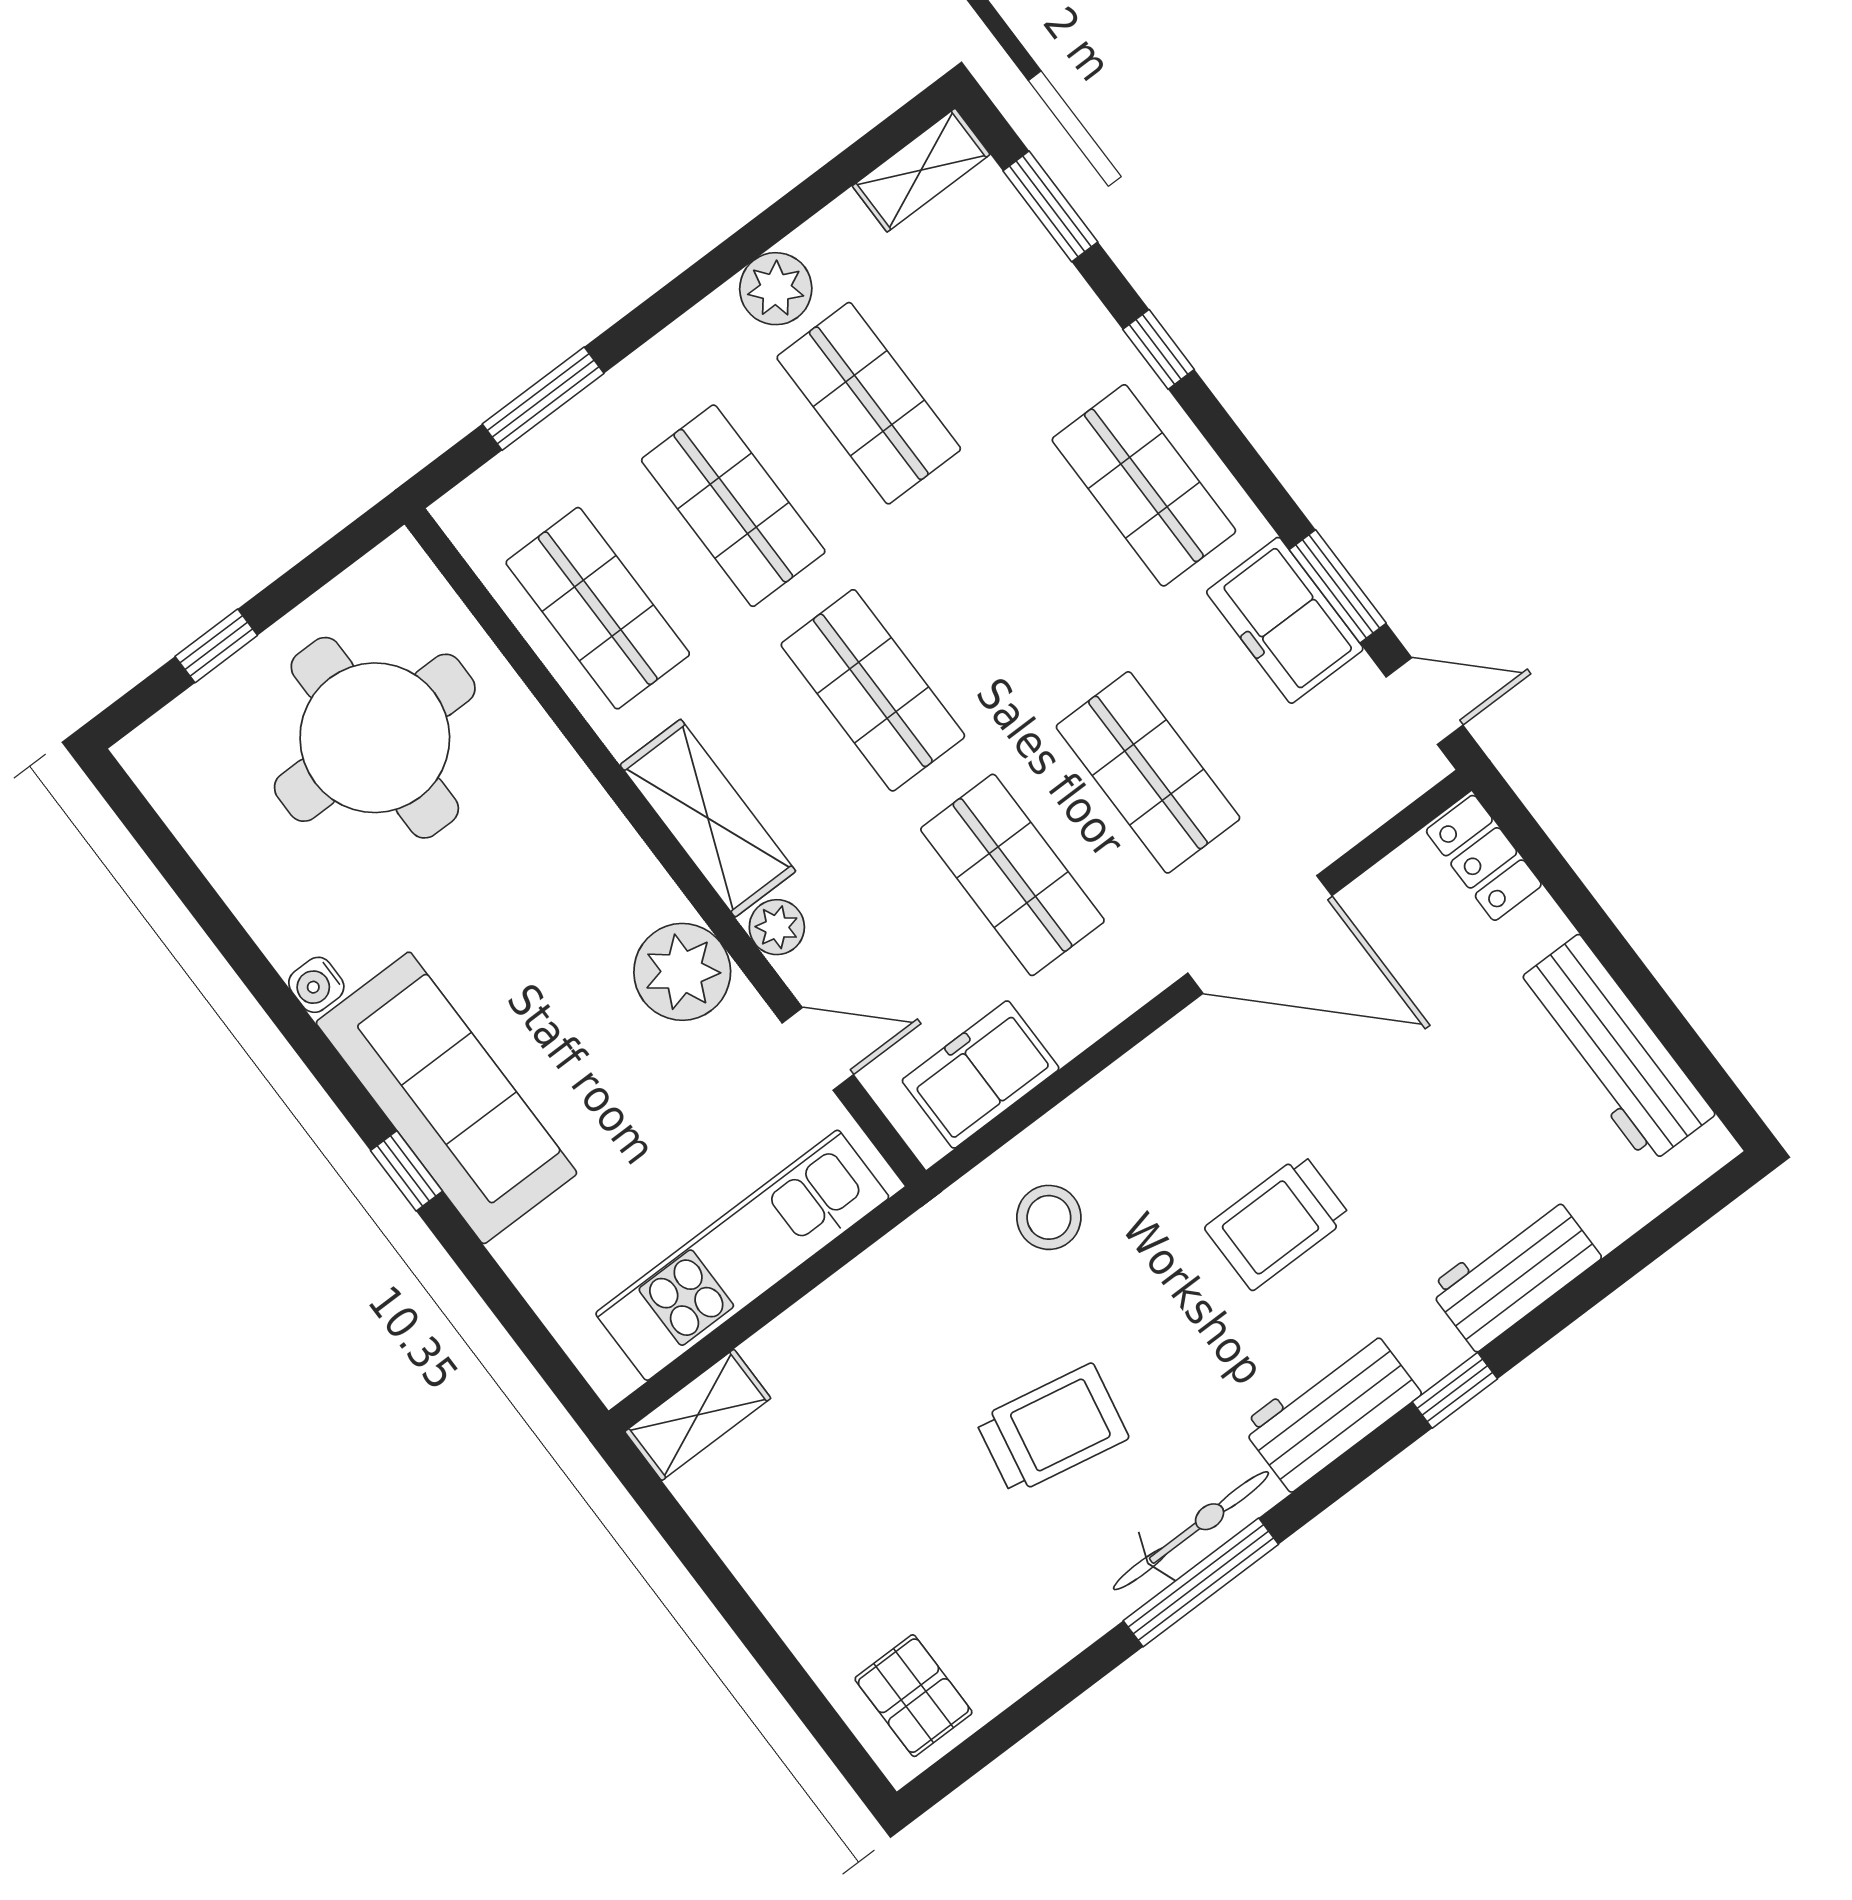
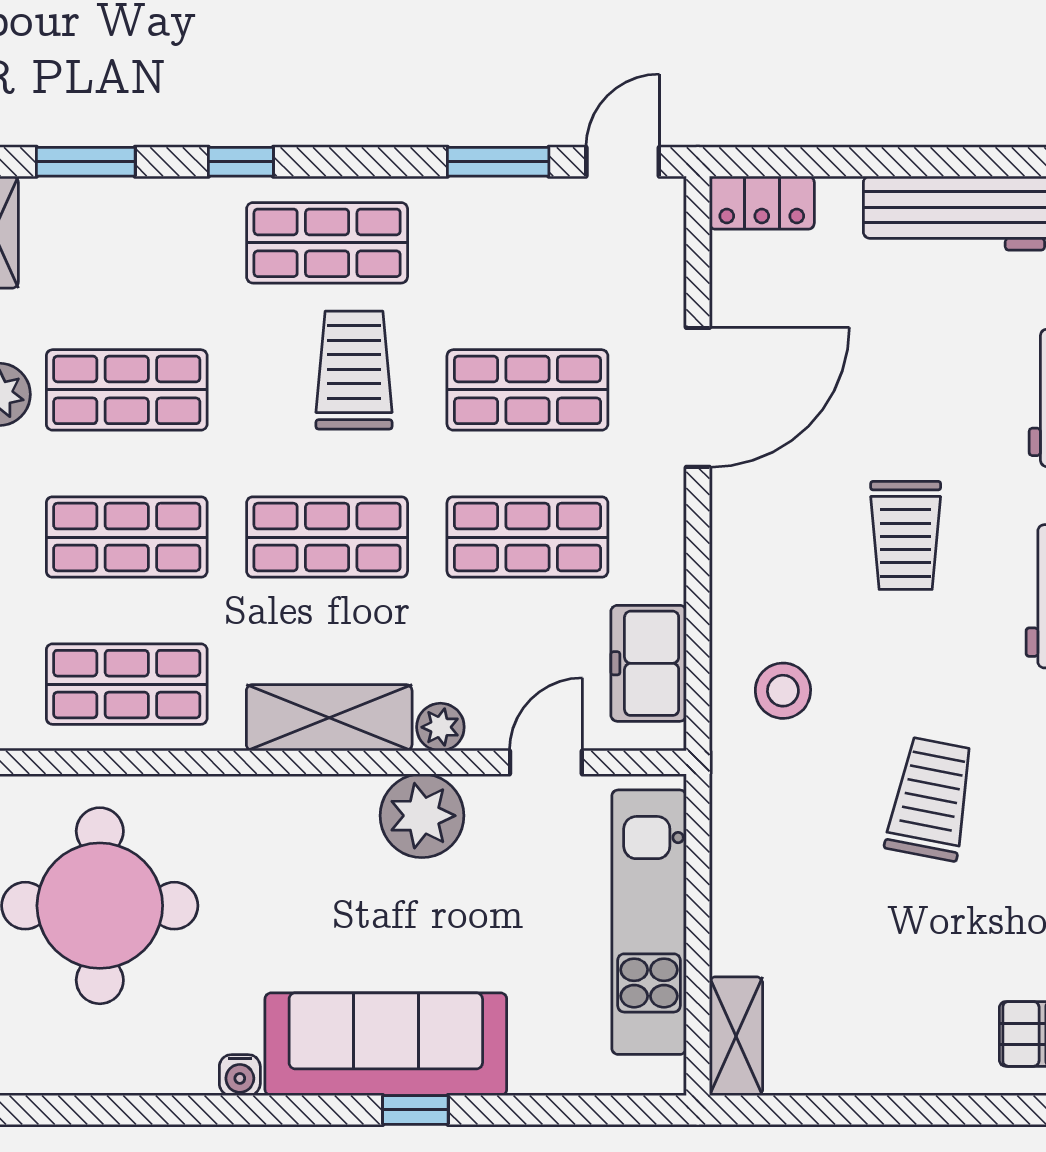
trolley: (1045, 599) -> (354, 370), added
freezer: (1285, 620) -> (494, 216), removed

